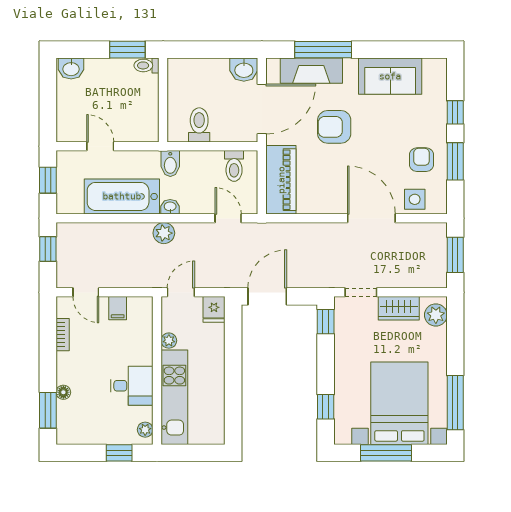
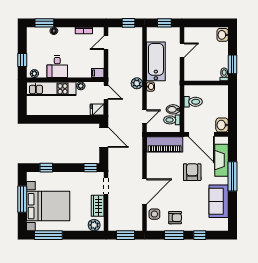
window: (323, 50) -> (232, 176), moved
bidet: (170, 164) -> (173, 109), moved
filing cabinet: (118, 308) -> (98, 73), moved

